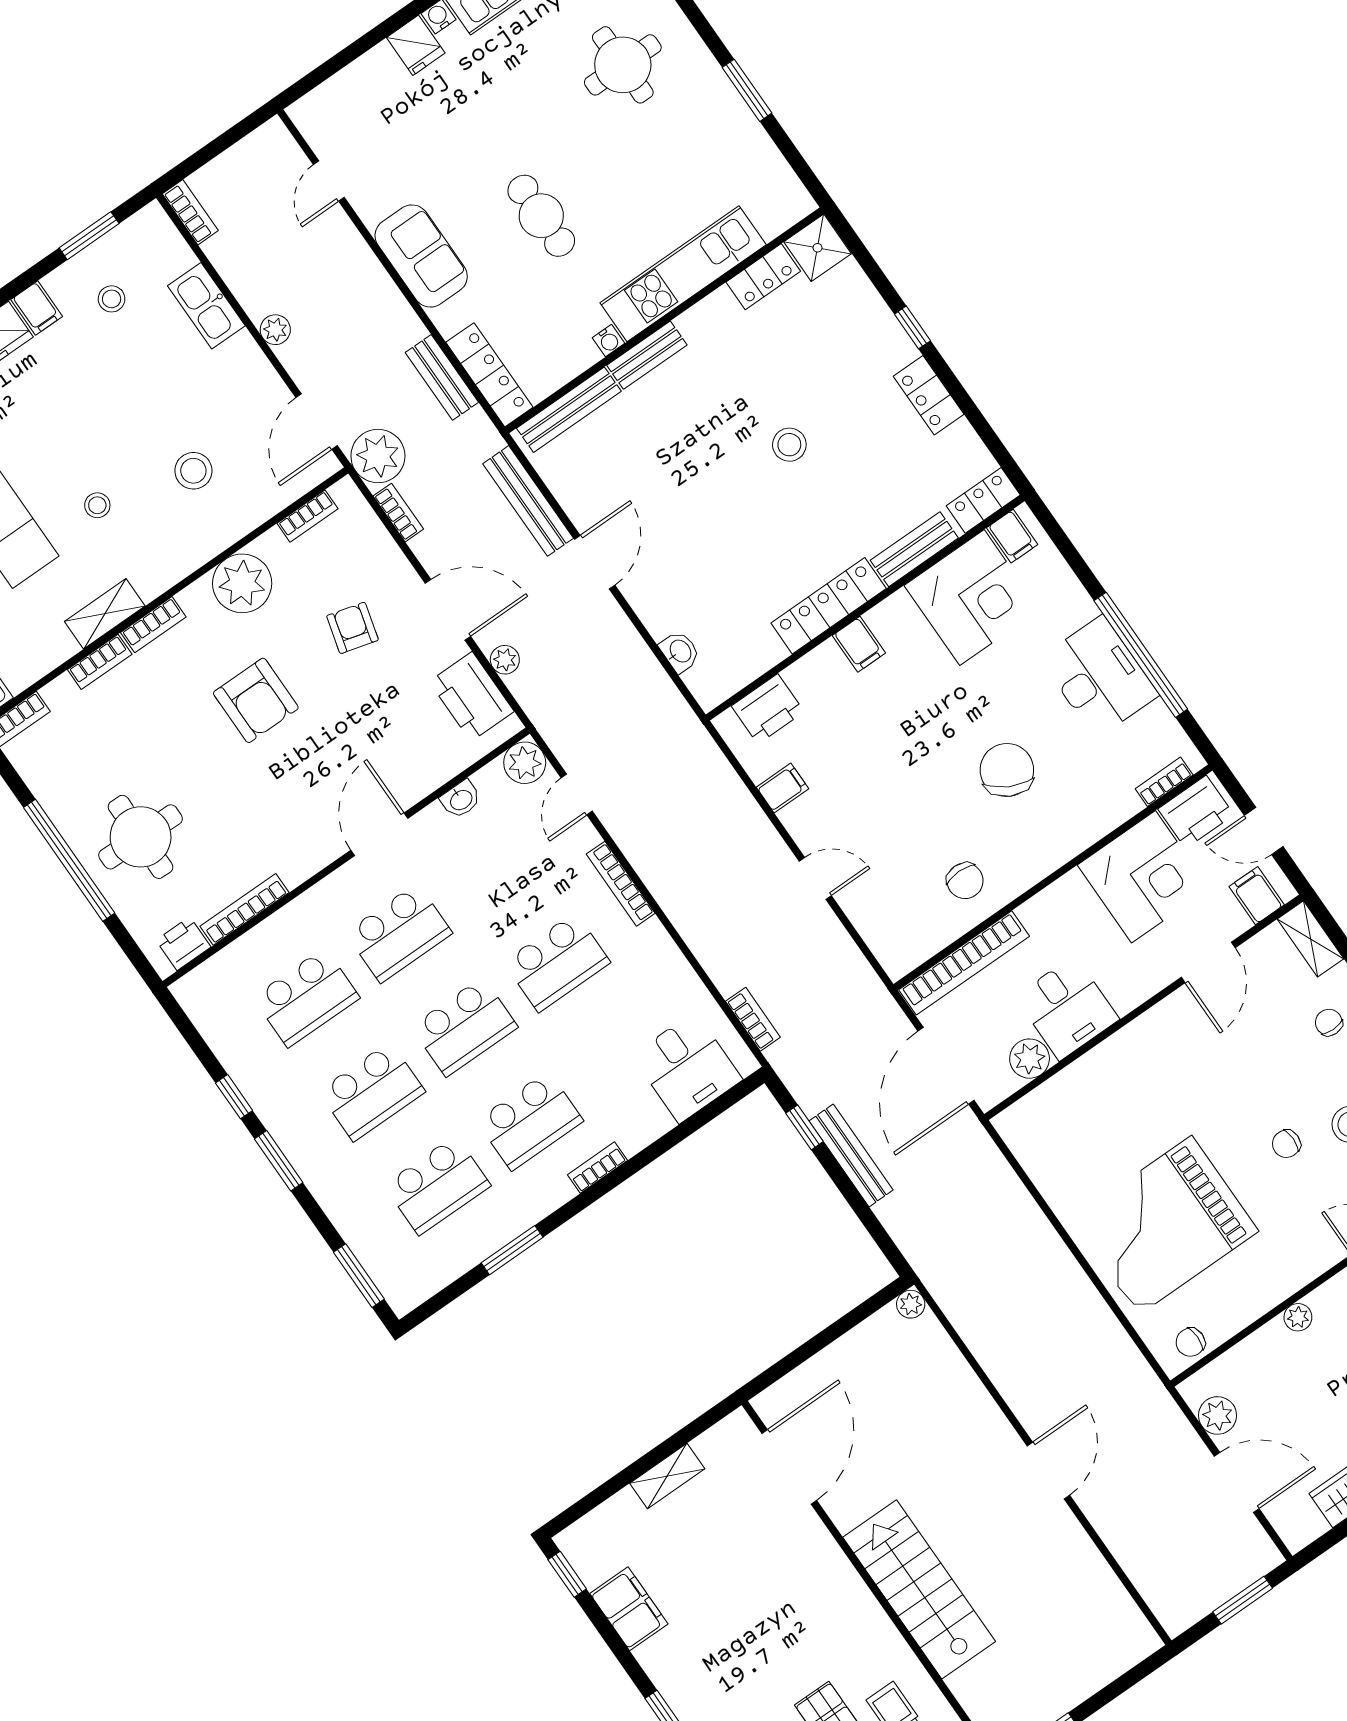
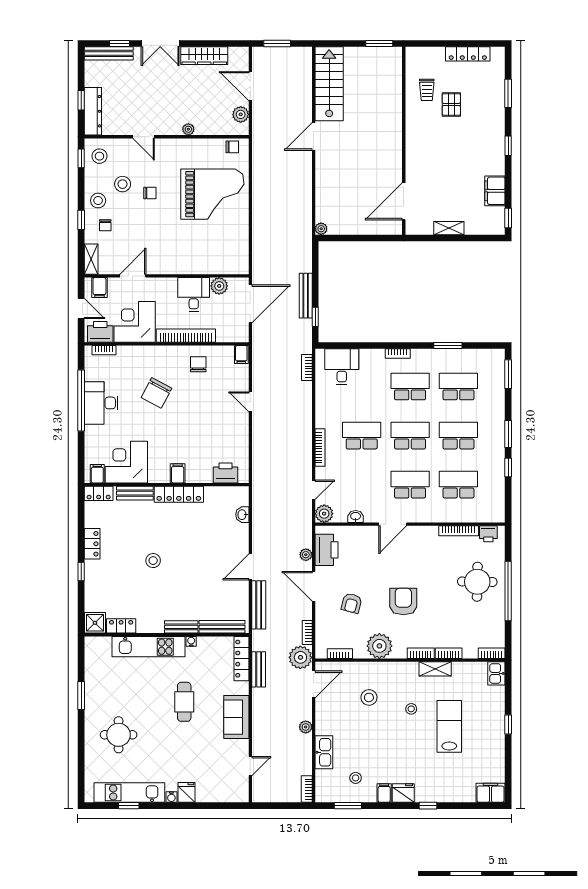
filing cabinet: (782, 788) -> (241, 354), moved, turned -90
bookcase: (964, 963) -> (186, 336), moved
stairs: (919, 1589) -> (329, 84), moved, turned 180

